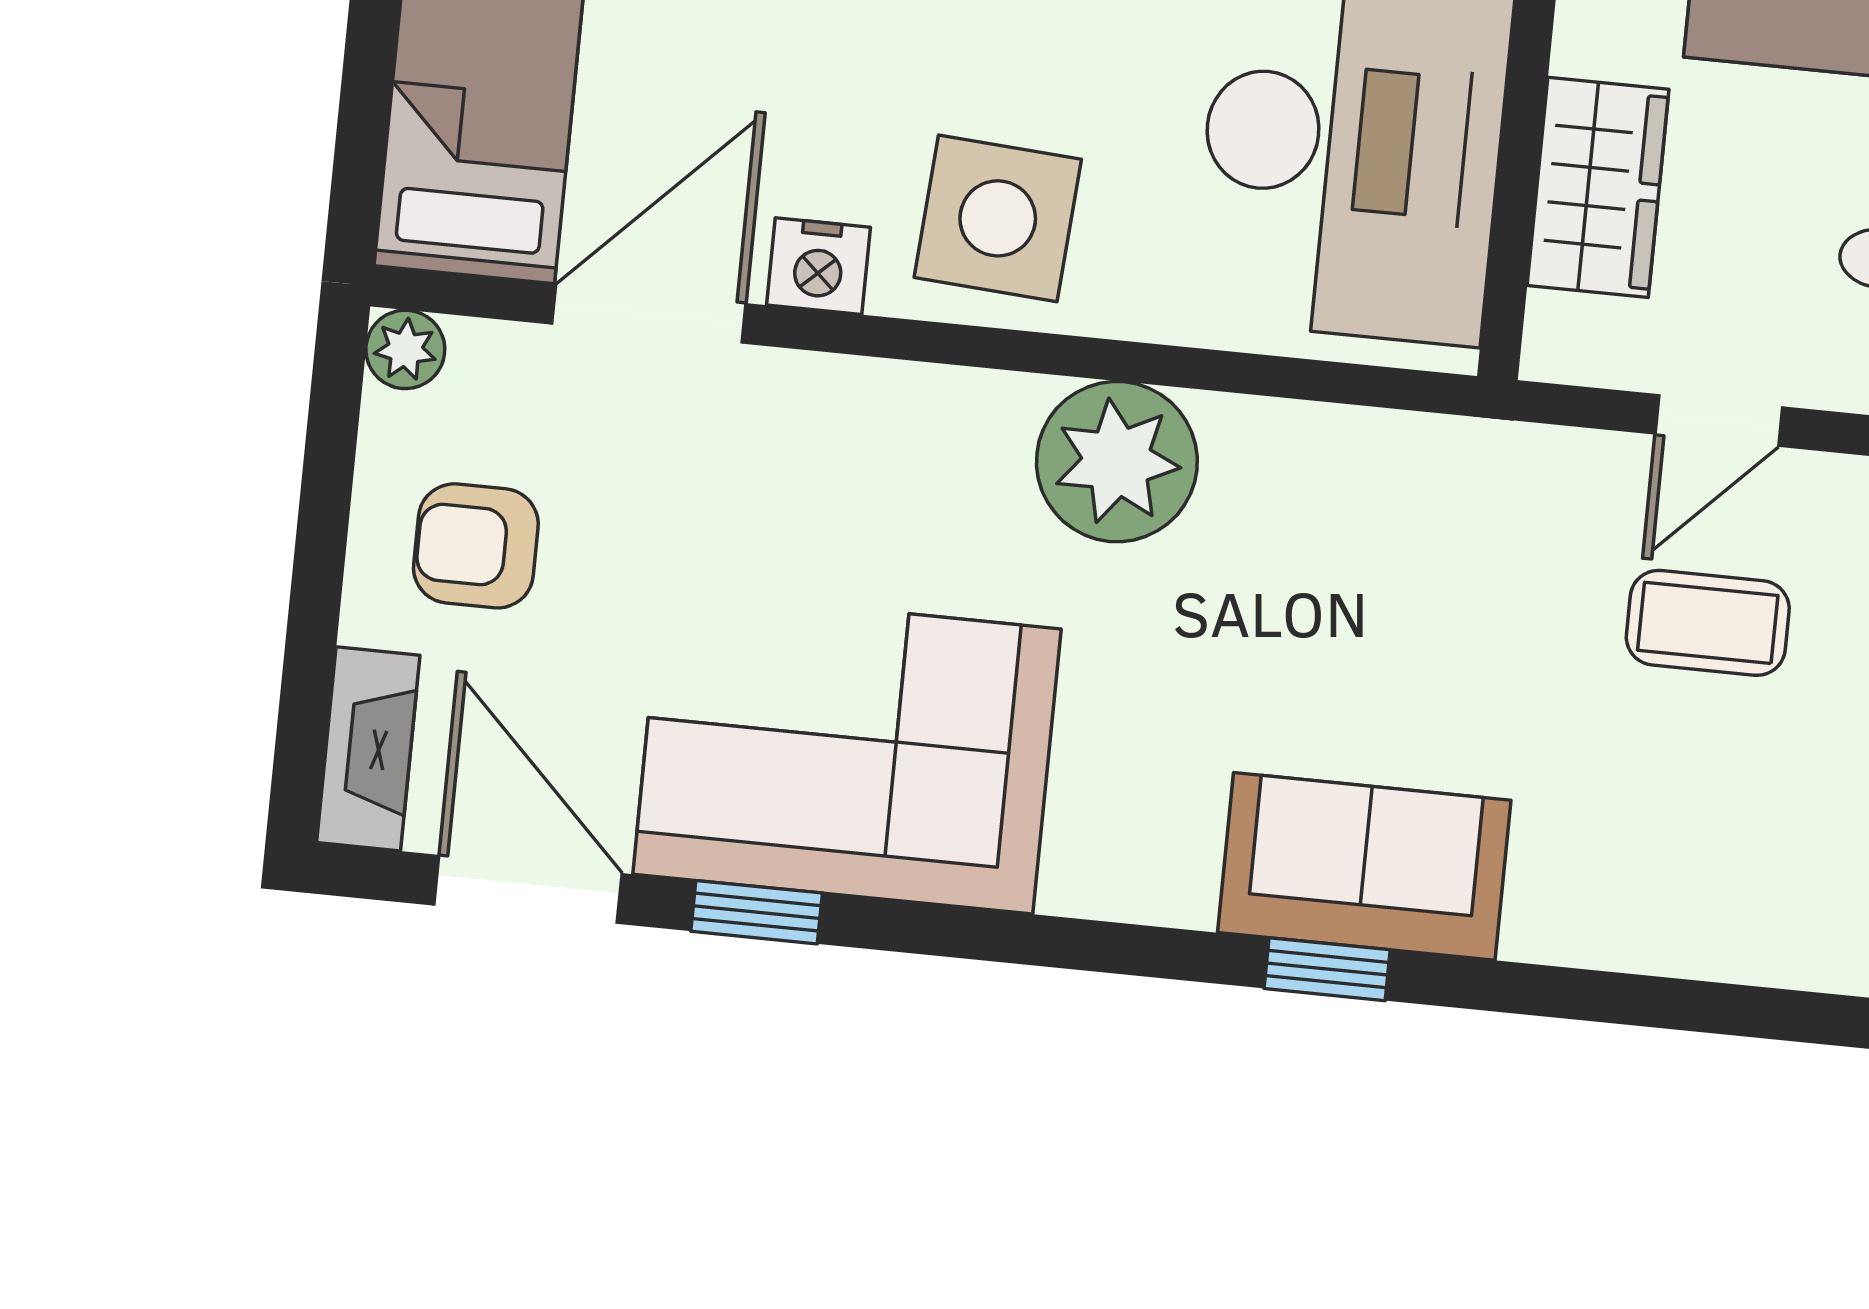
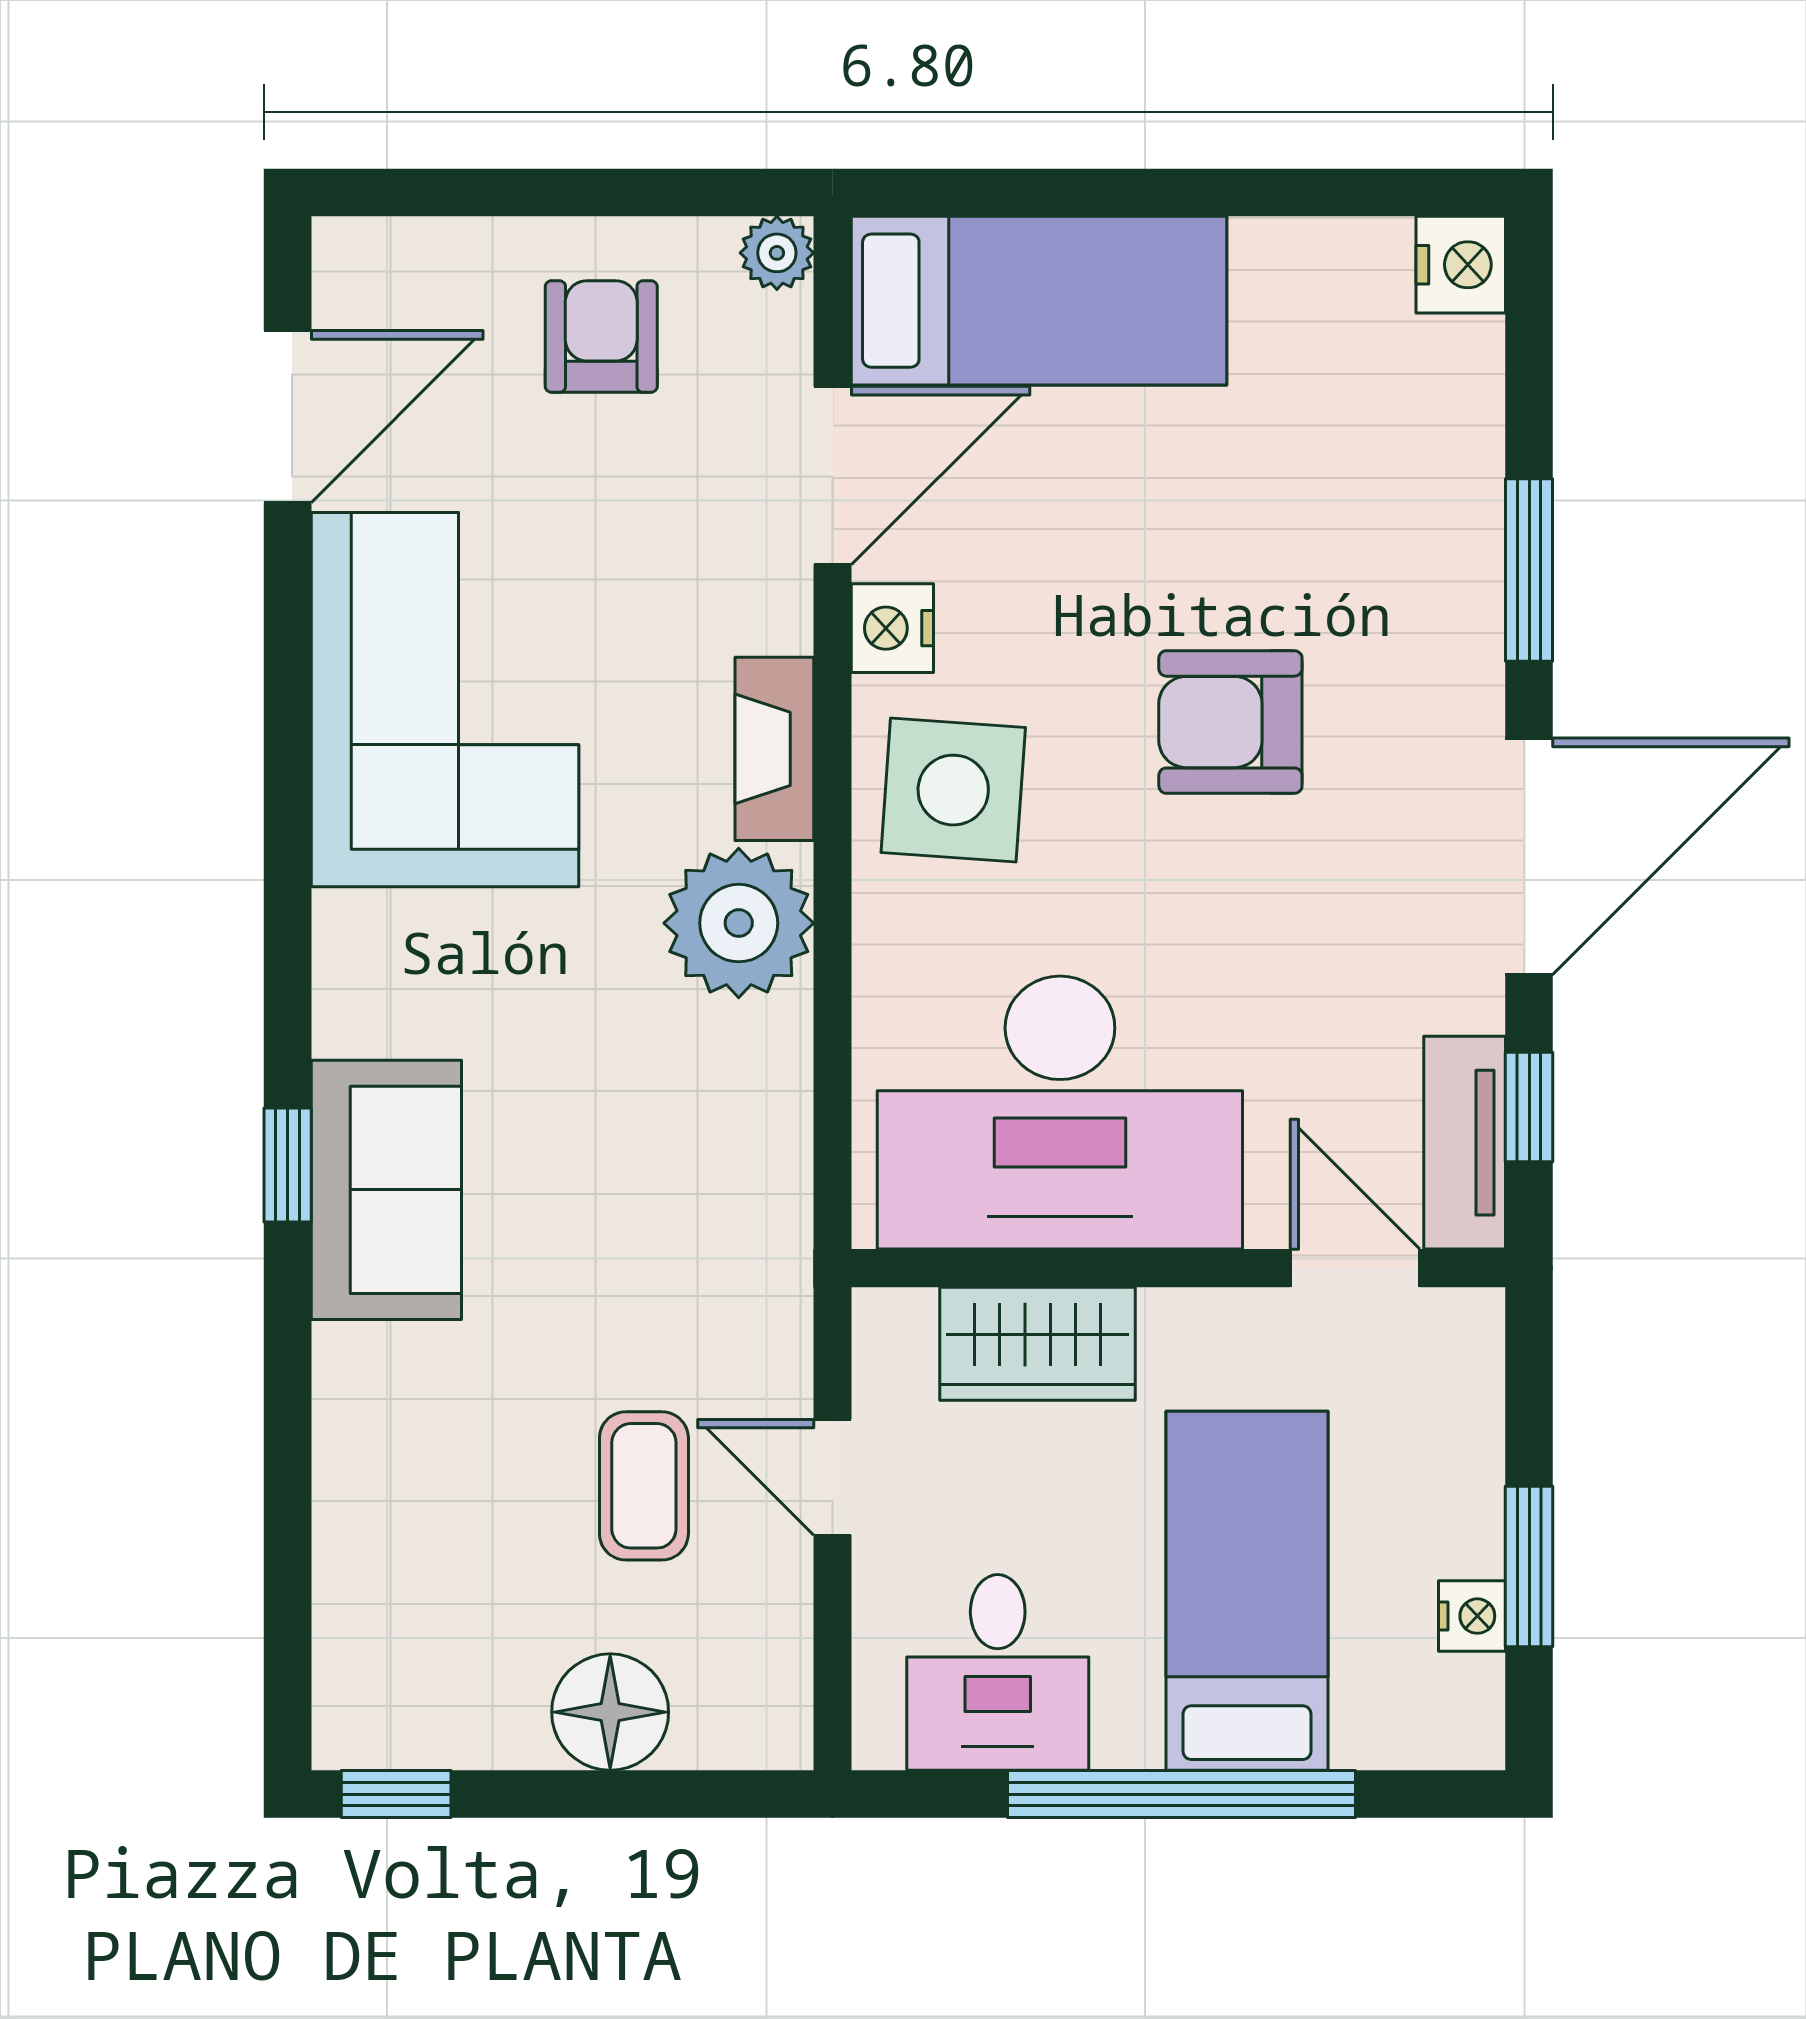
door: (649, 314) -> (833, 475), hinge flipped
fireplace: (368, 749) -> (774, 749), moved, turned 90
window: (757, 912) -> (288, 631), removed

